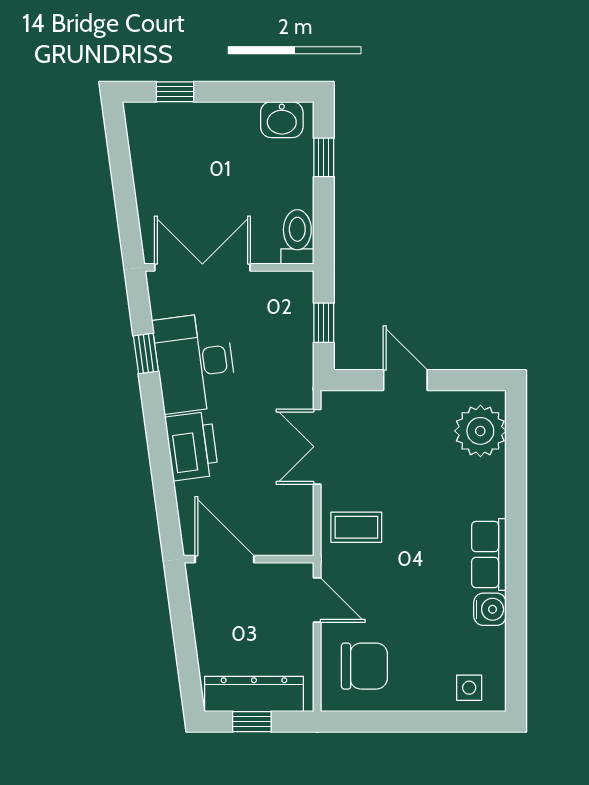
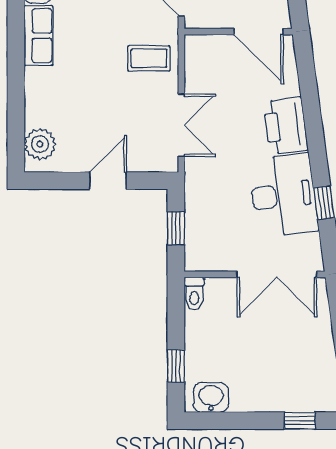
toilet: (297, 237) -> (194, 294), width x0.73, depth x0.72
door: (405, 380) -> (108, 181), swing flipped
plant: (480, 431) -> (40, 144), width x0.73, depth x0.73

